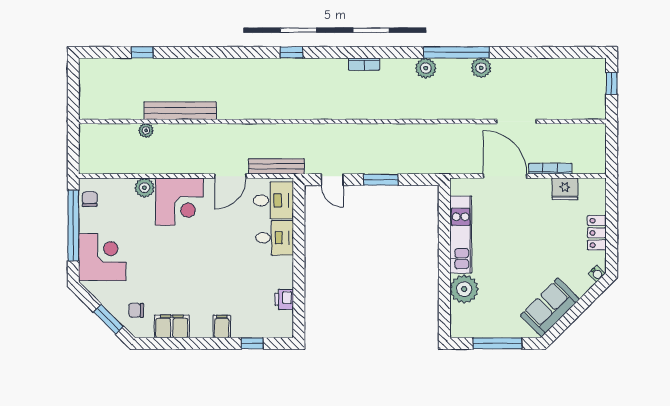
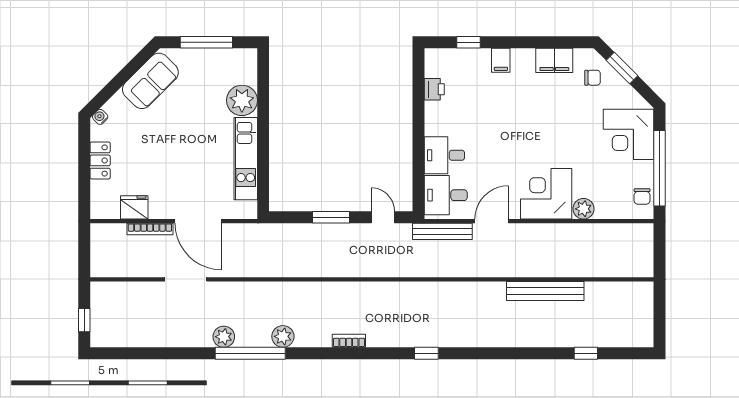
plant: (146, 130) -> (582, 270), removed

